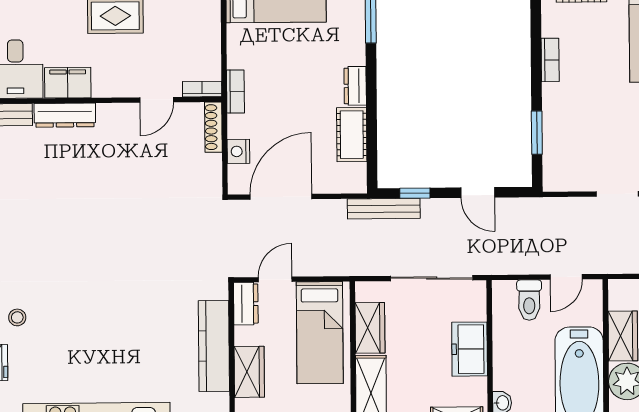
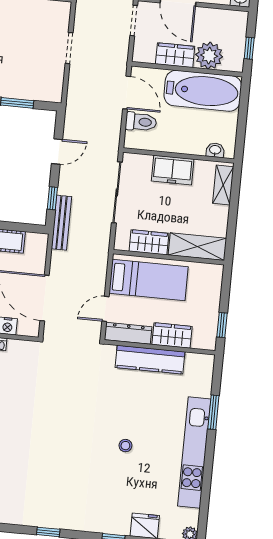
door: (566, 277) -> (127, 93), width x1.37
door: (275, 279) -> (105, 309), hinge flipped
dresser: (246, 304) -> (128, 333), width x1.44
stool: (17, 317) -> (125, 446), moved

